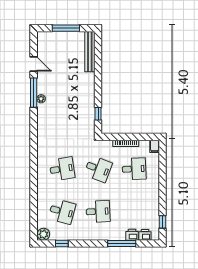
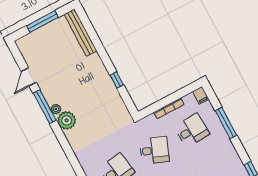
door: (34, 64) -> (29, 77), swing flipped
plant: (45, 112) -> (67, 120), added
window: (98, 114) -> (117, 80), moved
window: (162, 177) -> (226, 123), added

